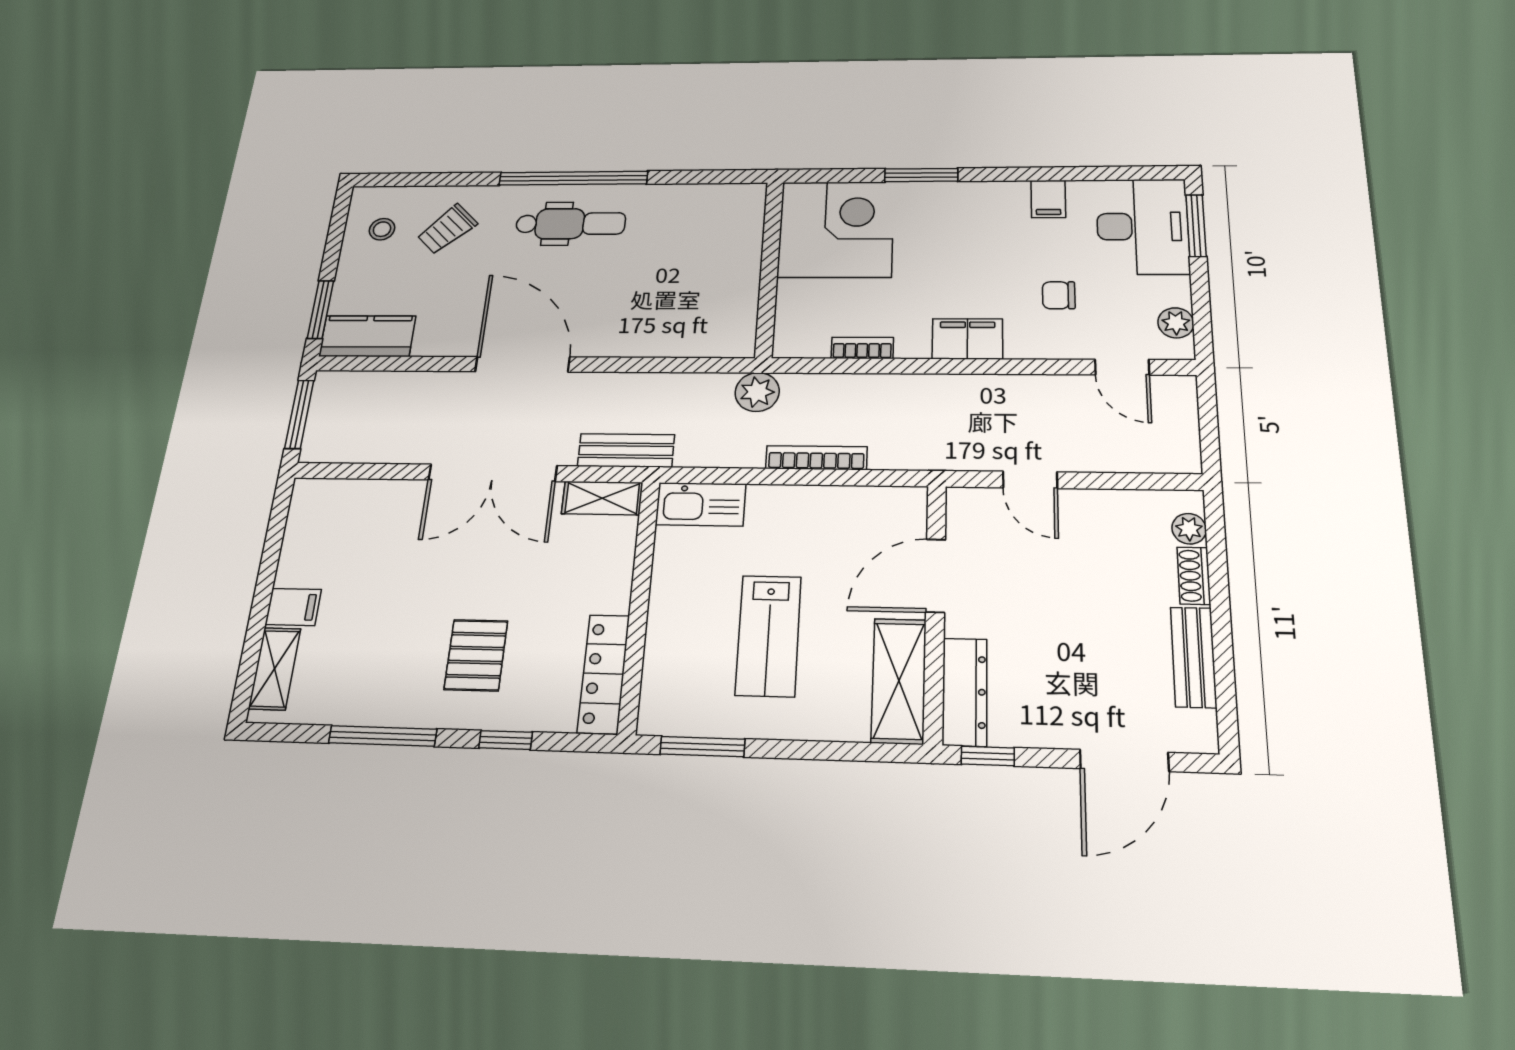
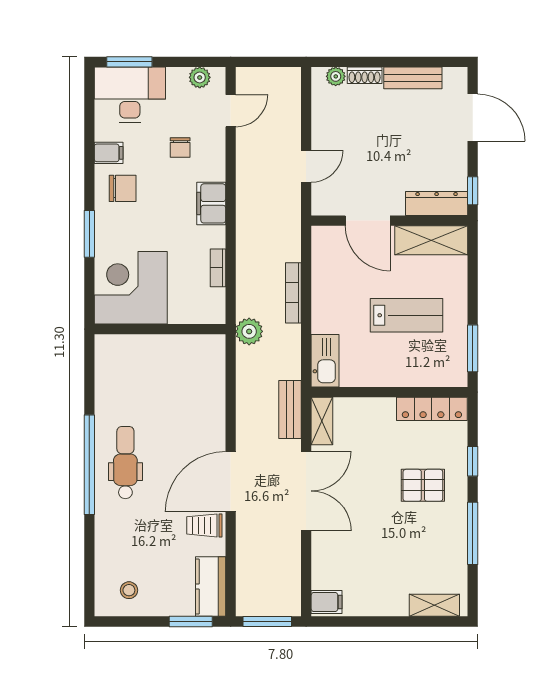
chair: (992, 218) -> (123, 188), added
trolley: (447, 229) -> (204, 525), moved, turned 135
filing cabinet: (293, 607) -> (327, 602), moved, turned 90

